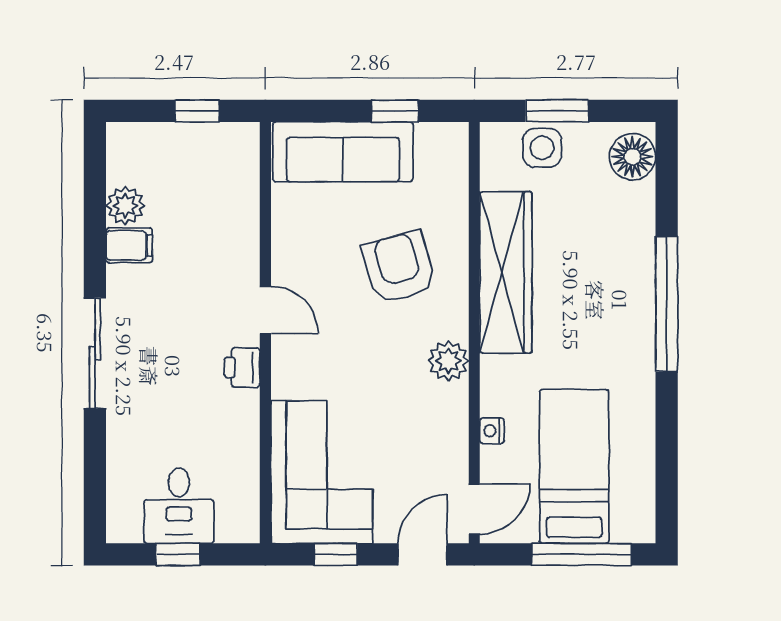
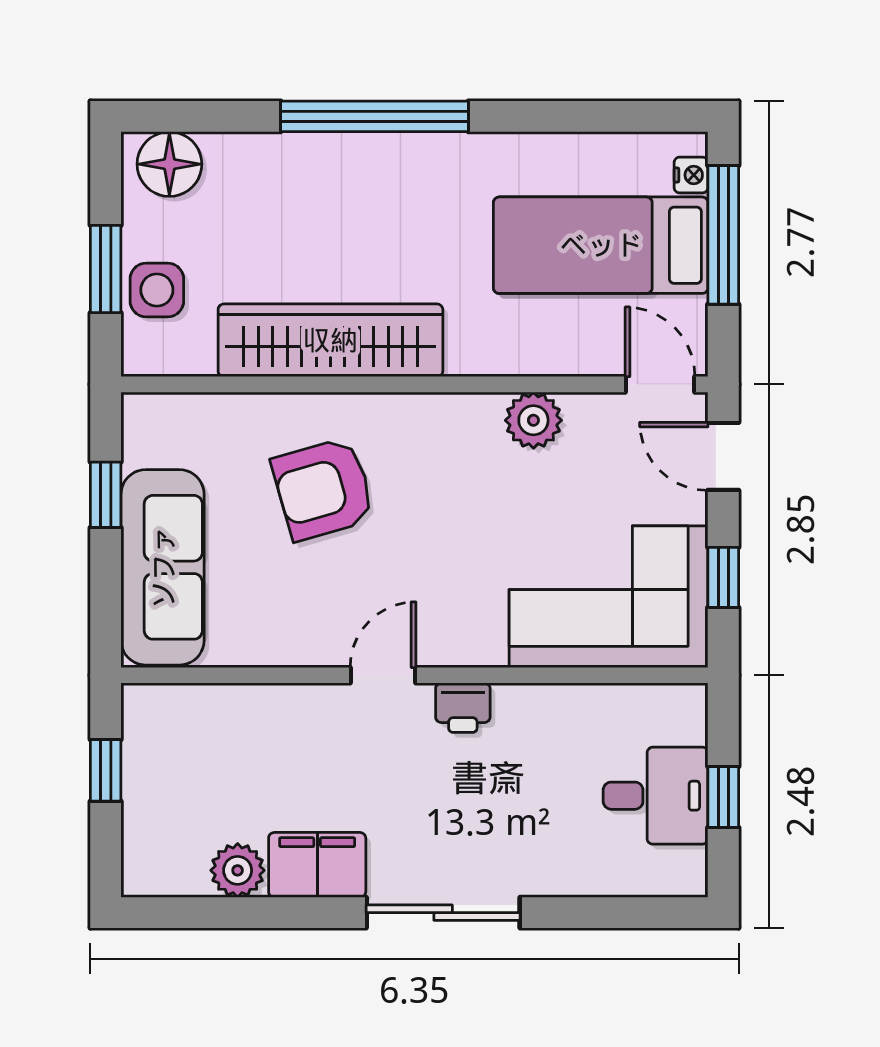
filing cabinet: (129, 245) -> (317, 865), width x2.00
plant: (448, 361) -> (533, 420), moved
nightstand: (492, 431) -> (691, 175), moved, turned -90

